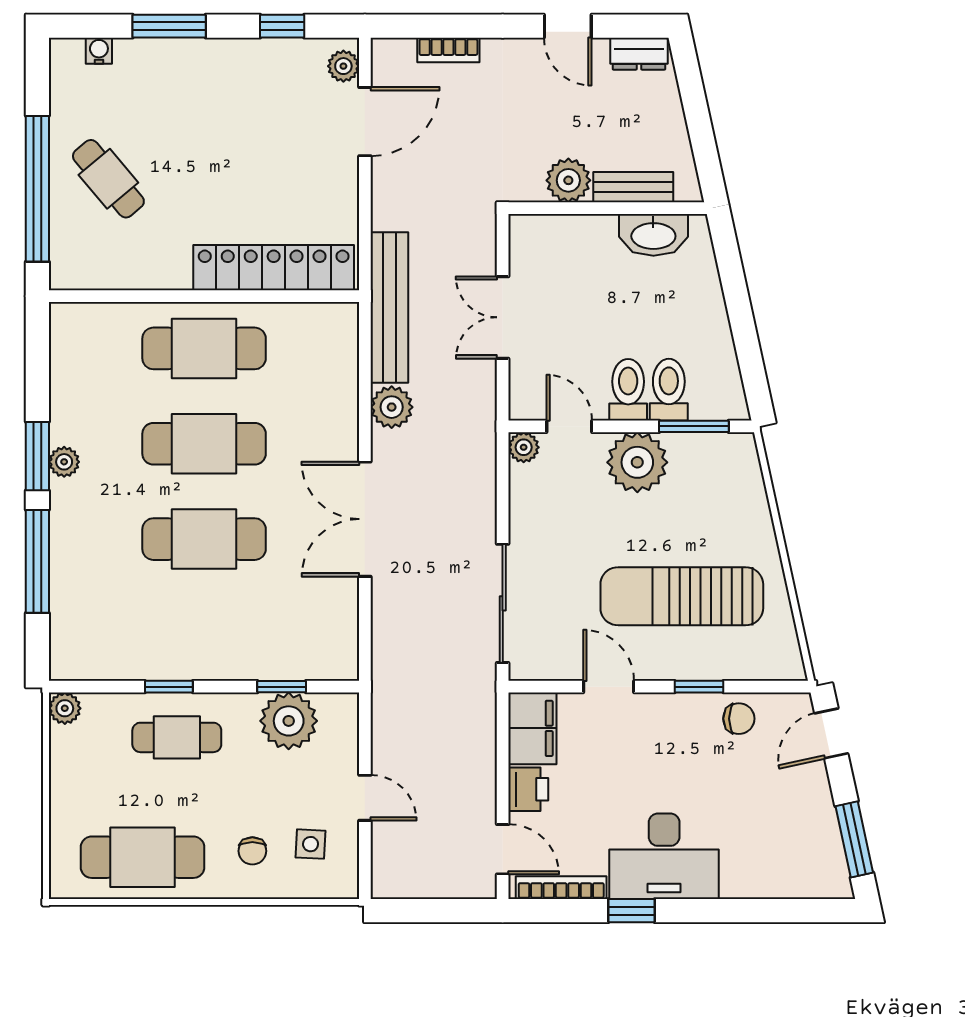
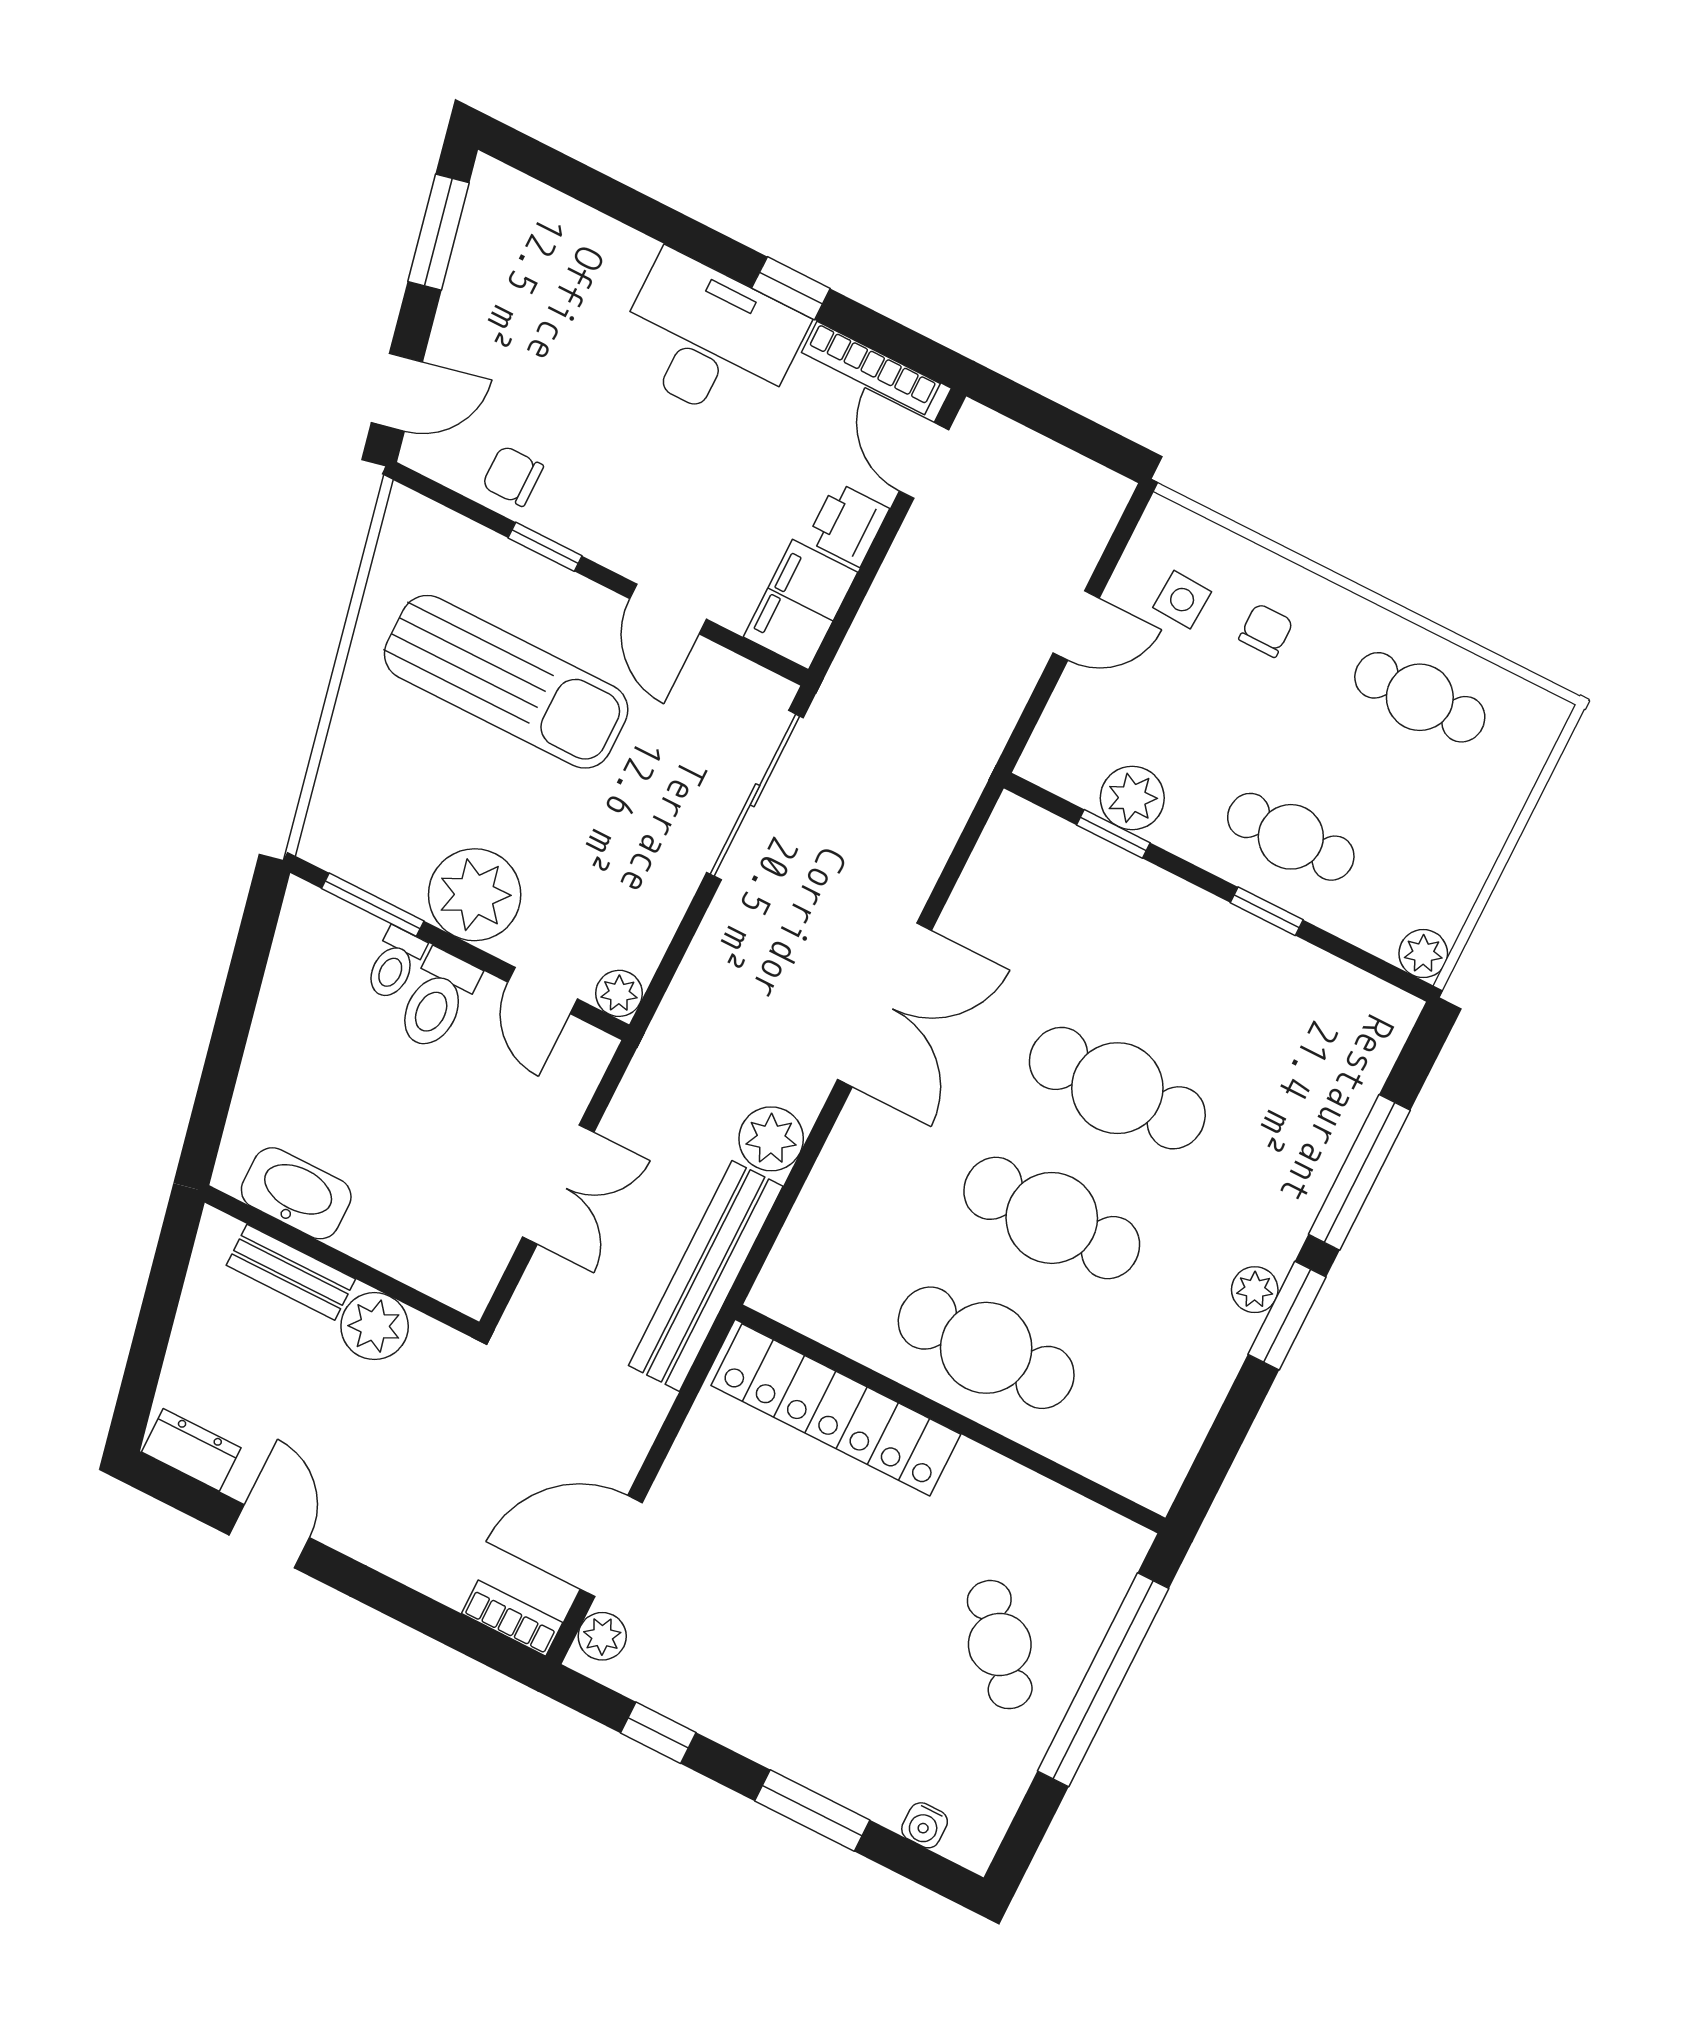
bookcase: (448, 50) -> (512, 1618), moved
toilet: (669, 390) -> (395, 964), width x0.73, depth x0.72
plant: (289, 721) -> (1132, 798), width x0.73, depth x0.73
door: (365, 798) -> (1076, 625), swing flipped
cafe table: (143, 857) -> (1420, 697), width x0.73, depth x0.74

